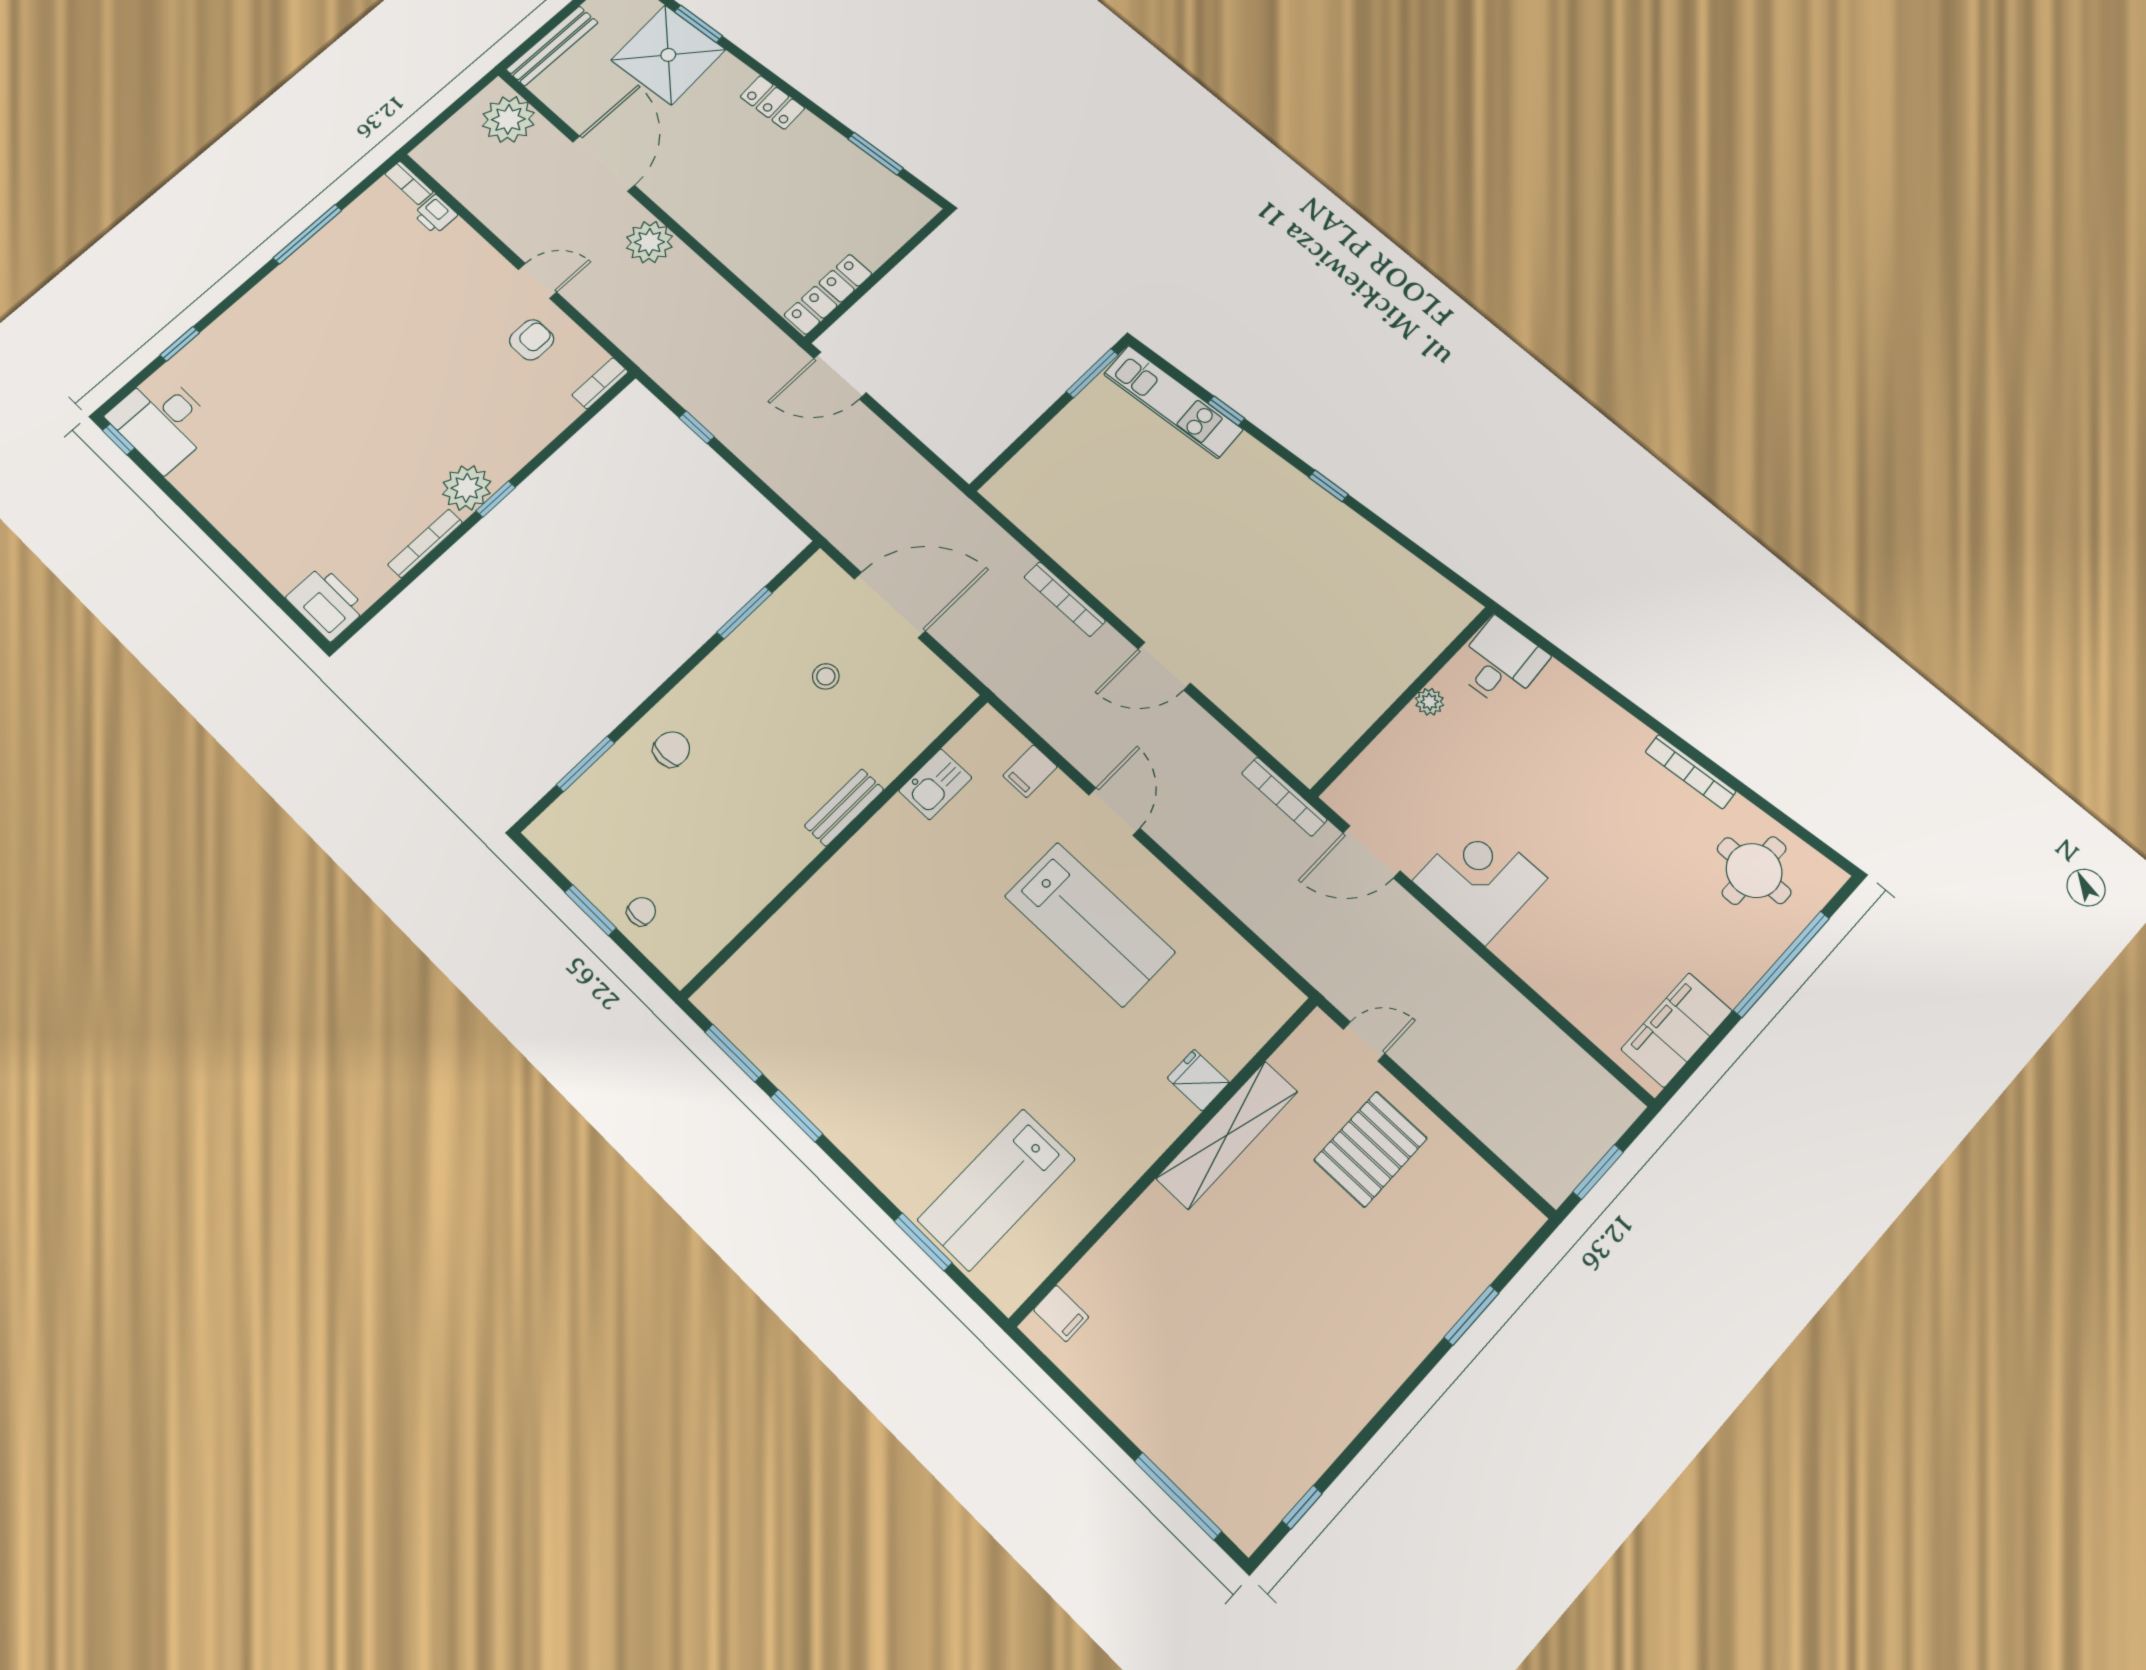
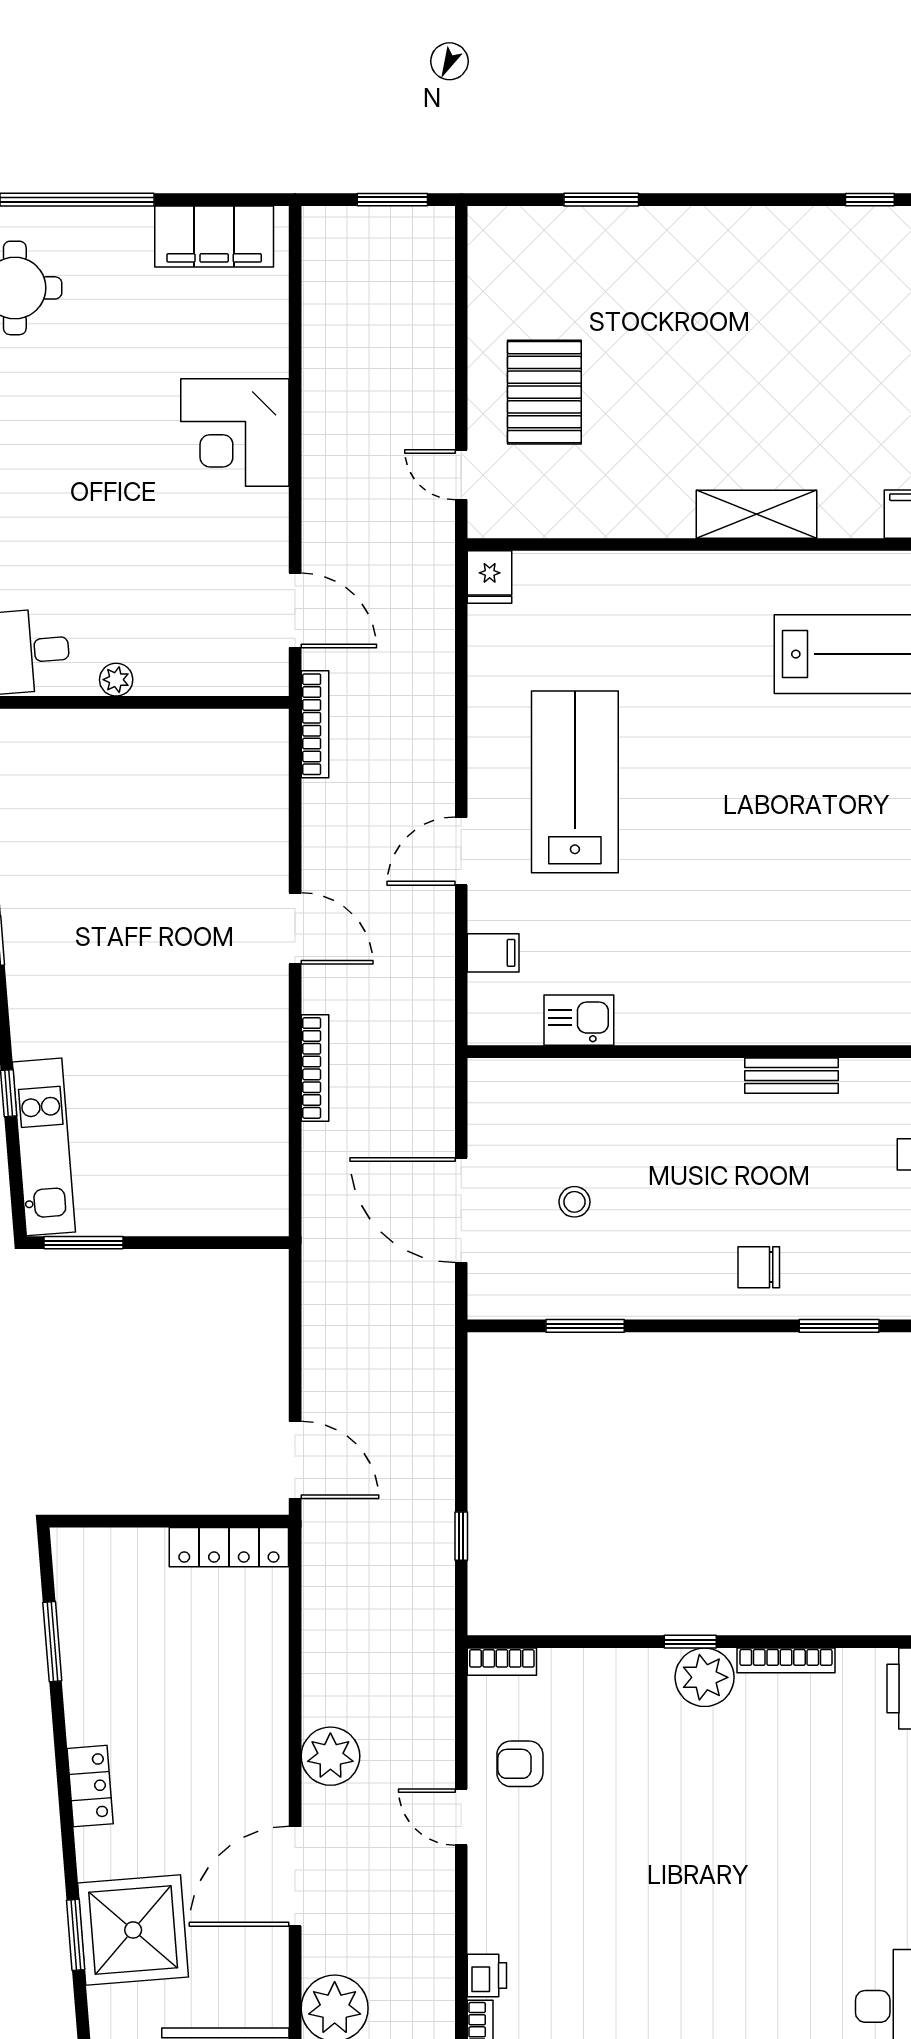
bench: (844, 808) -> (792, 1076), moved
corner desk: (1480, 879) -> (235, 432), moved
fridge: (1198, 1080) -> (490, 577), moved
shelving: (1227, 1135) -> (757, 514), moved, width x0.68
pallet: (1371, 1149) -> (544, 392), turned 90

